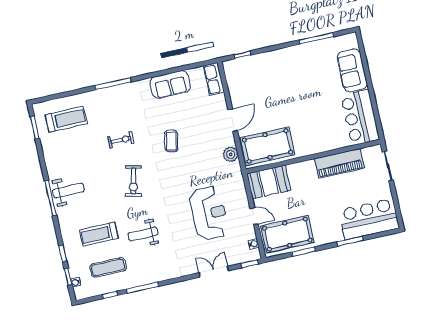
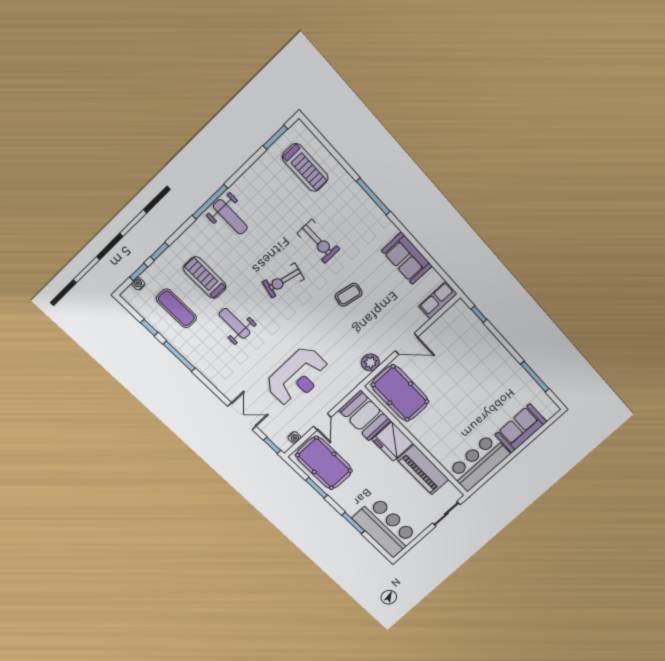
exercise bike: (121, 140) -> (318, 241), width x1.38, depth x1.39
fridge: (302, 173) -> (393, 441), added

